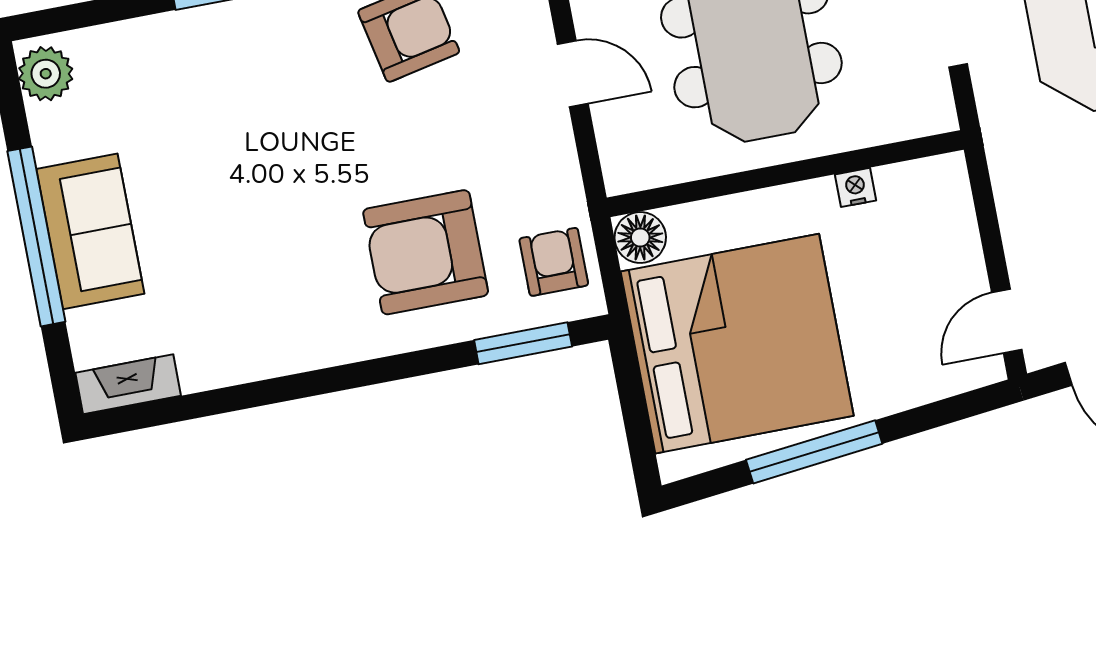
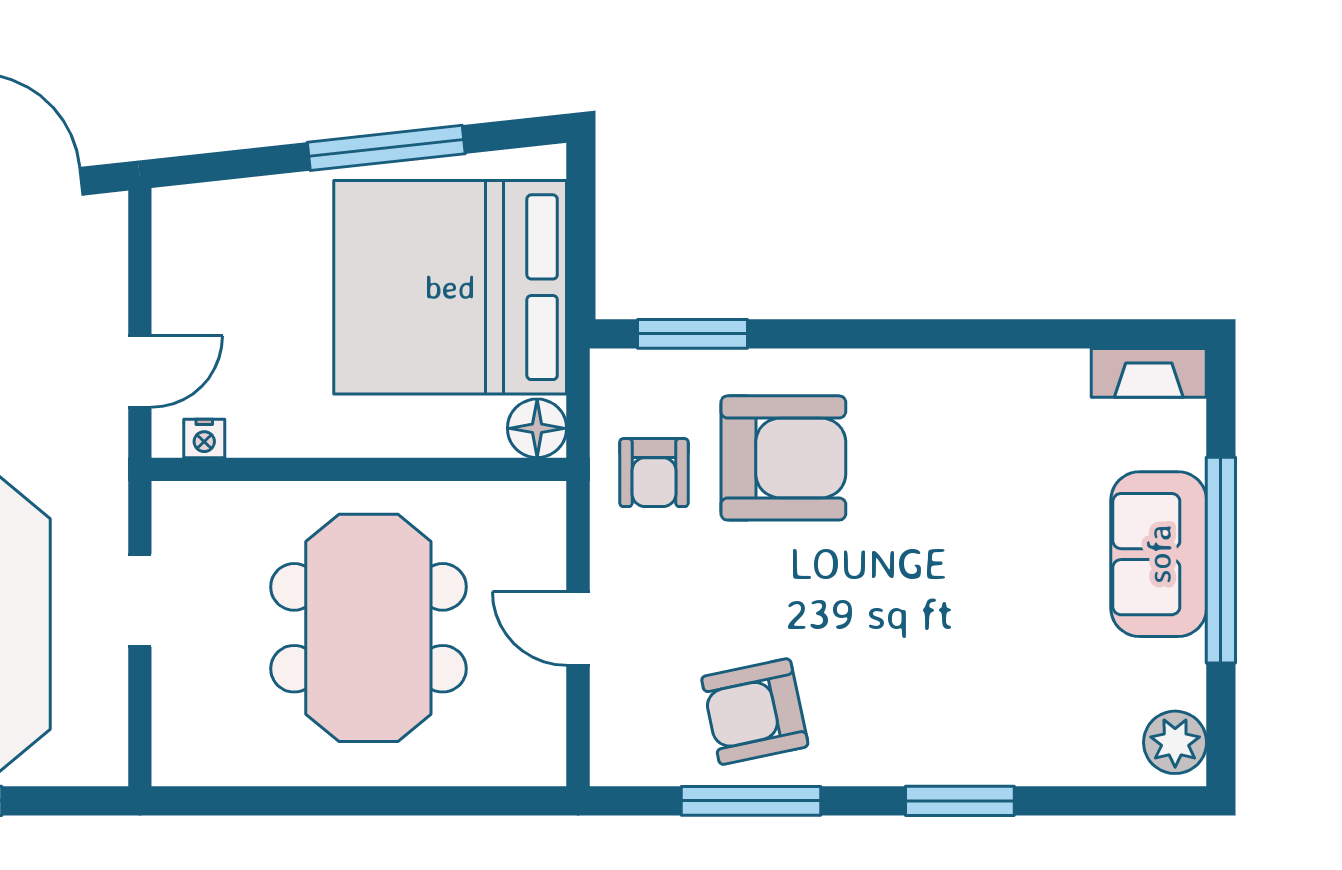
nightstand: (856, 187) -> (204, 439), moved
armchair: (554, 262) -> (654, 473), moved
door: (1007, 321) -> (140, 372), moved

